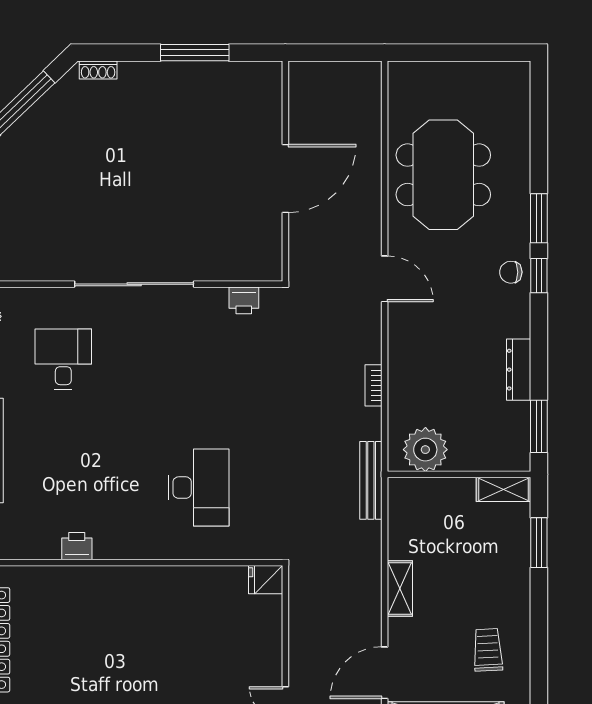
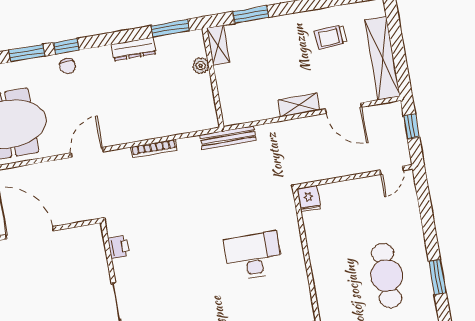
bookcase: (373, 385) -> (154, 149), width x1.56
plant: (425, 450) -> (201, 66), moved, width x0.53, depth x0.53
cafe table: (138, 671) -> (387, 276), added
door: (385, 673) -> (343, 108), moved

